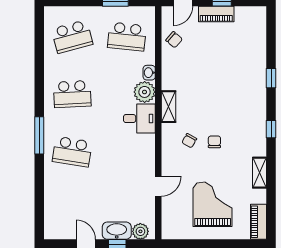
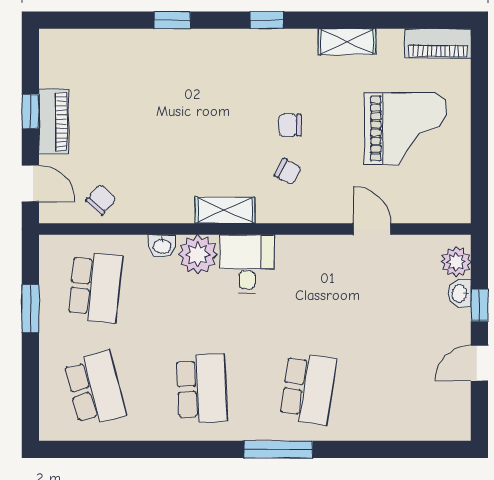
grand piano: (213, 204) -> (406, 128), turned 180
washbasin: (117, 231) -> (460, 293), width x0.52, depth x0.69

